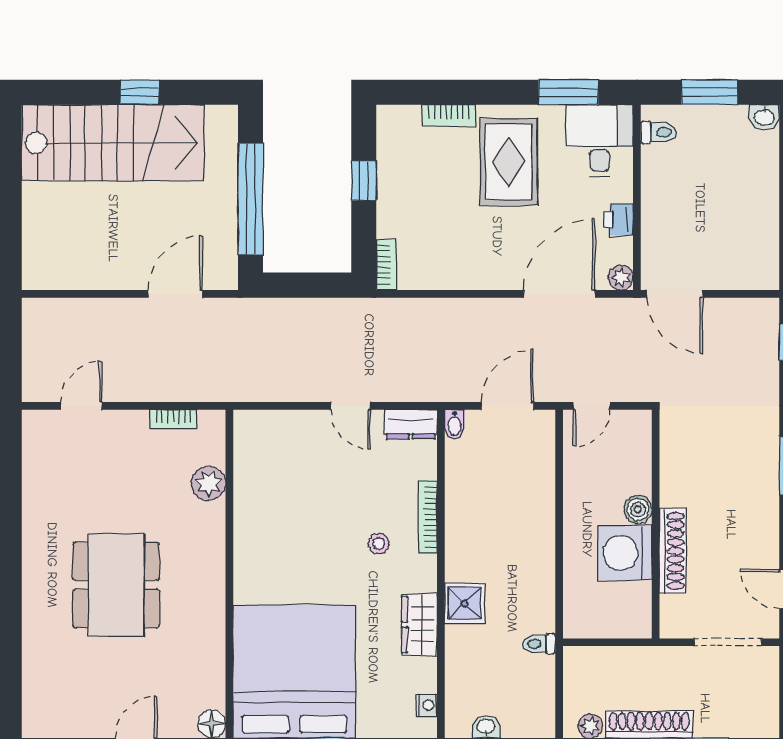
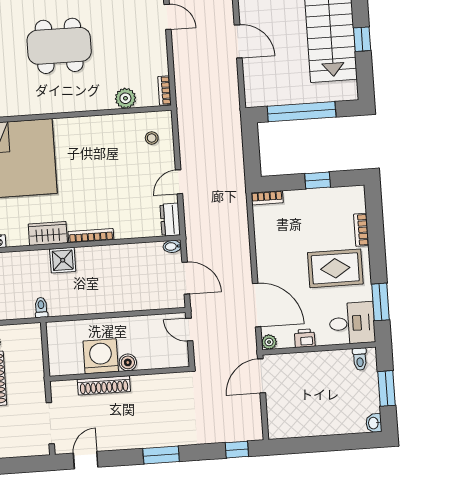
door: (175, 294) -> (238, 41), moved
bookcase: (173, 419) -> (164, 91), moved
bookcase: (428, 517) -> (91, 236), moved
stool: (379, 544) -> (152, 138), moved

